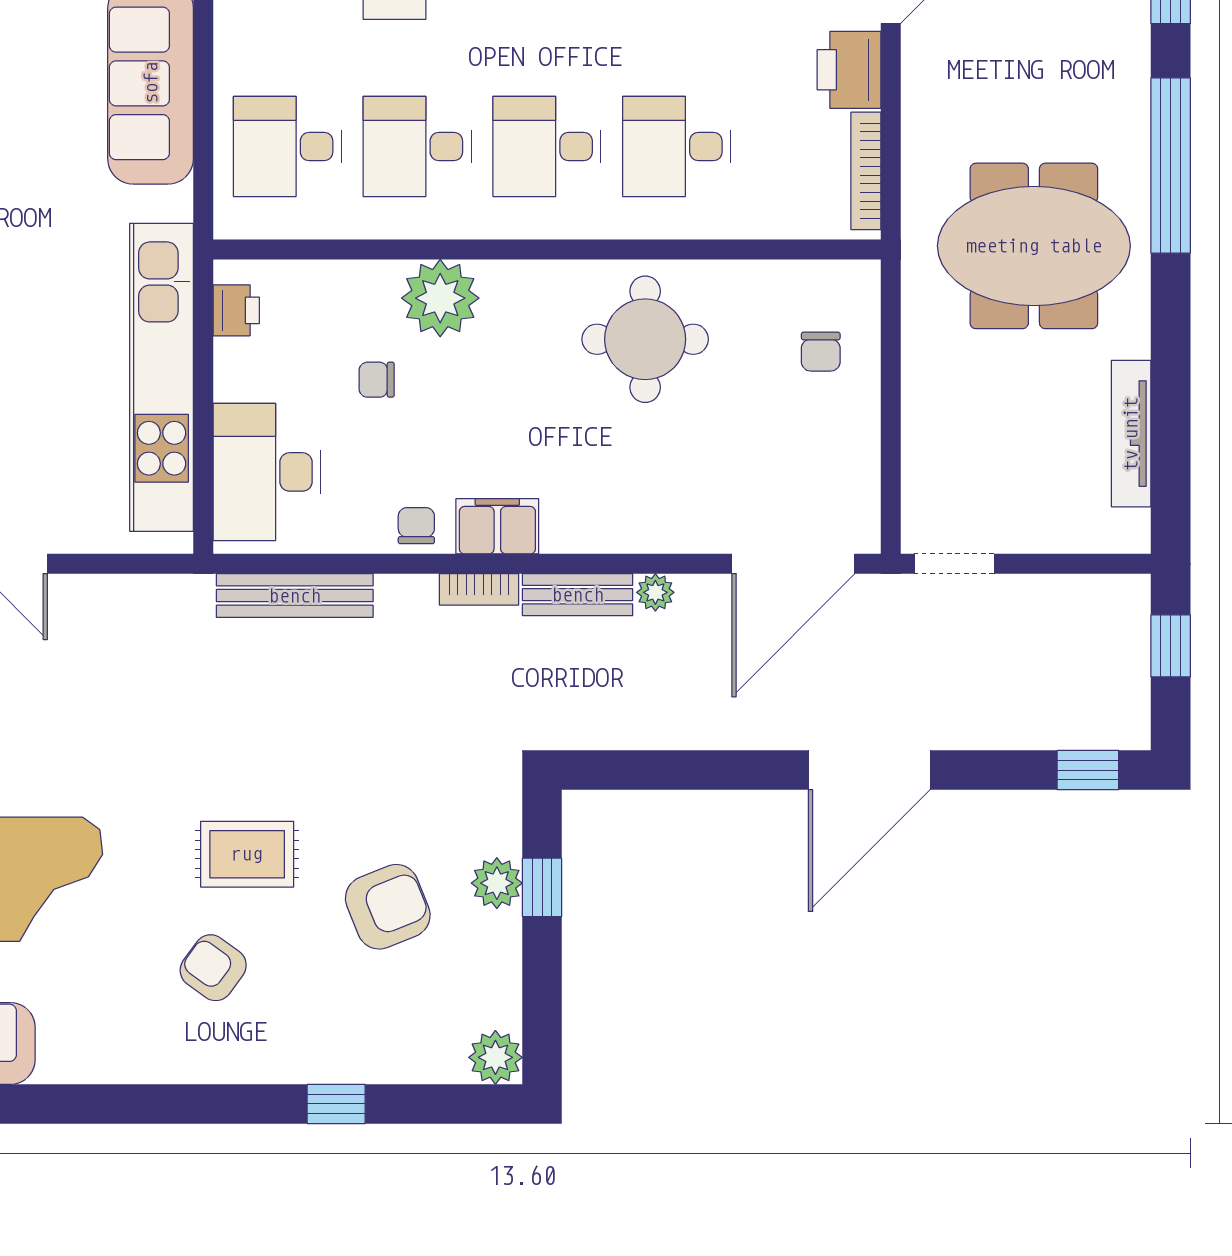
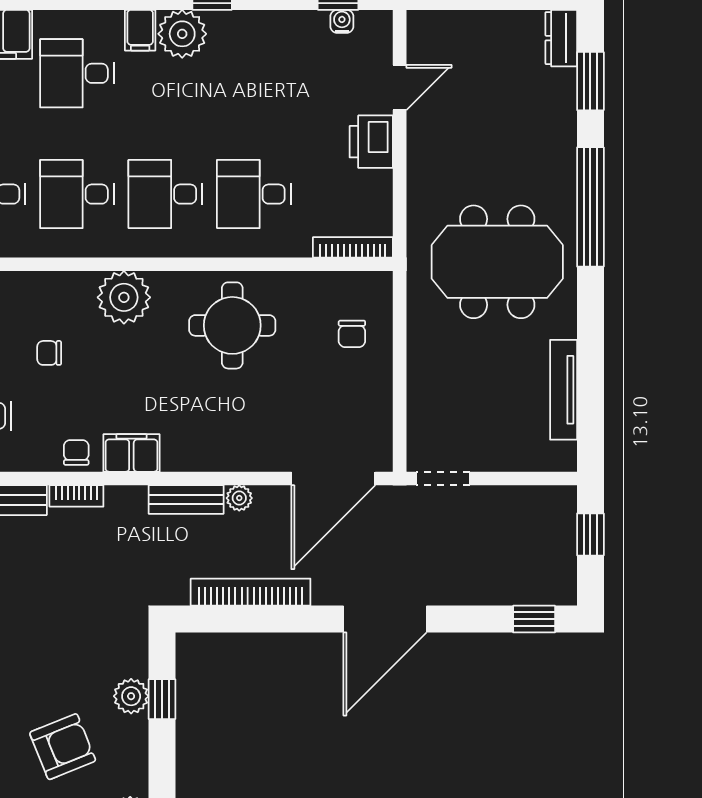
bookcase: (866, 171) -> (353, 247), moved, turned 90
plant: (440, 298) -> (124, 297), moved
bookcase: (479, 589) -> (76, 496), moved
bookcase: (672, 730) -> (251, 592), added
armchair: (388, 907) -> (63, 747), moved

